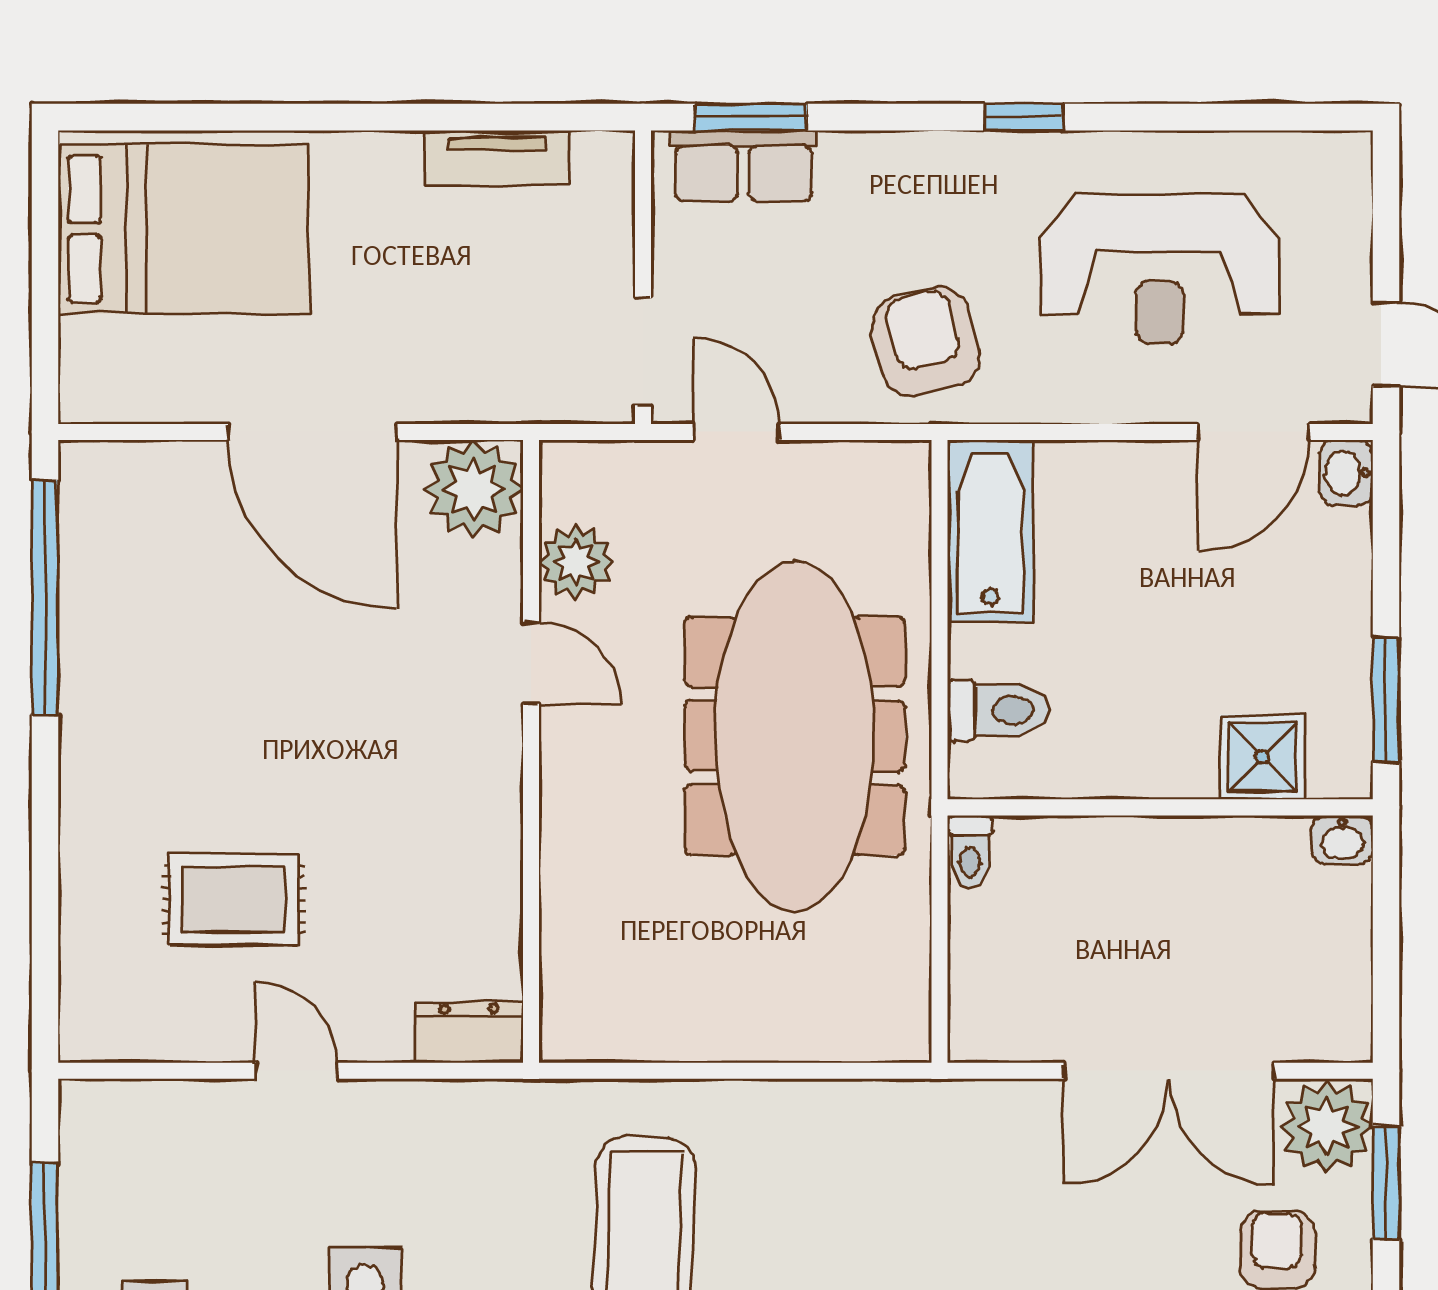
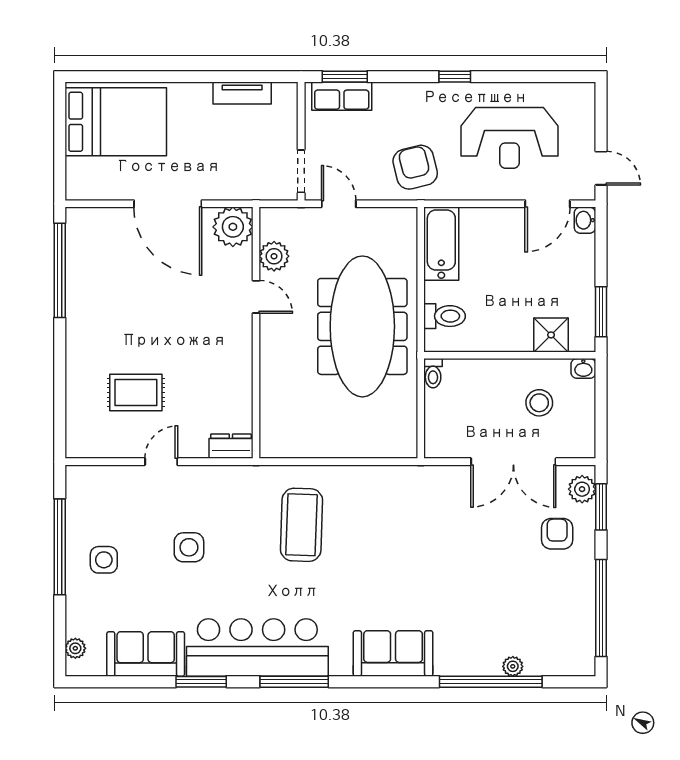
stool: (1233, 925) -> (539, 403), added
door: (296, 1071) -> (161, 462), hinge flipped
plant: (1327, 1127) -> (582, 489), width x0.73, depth x0.73

